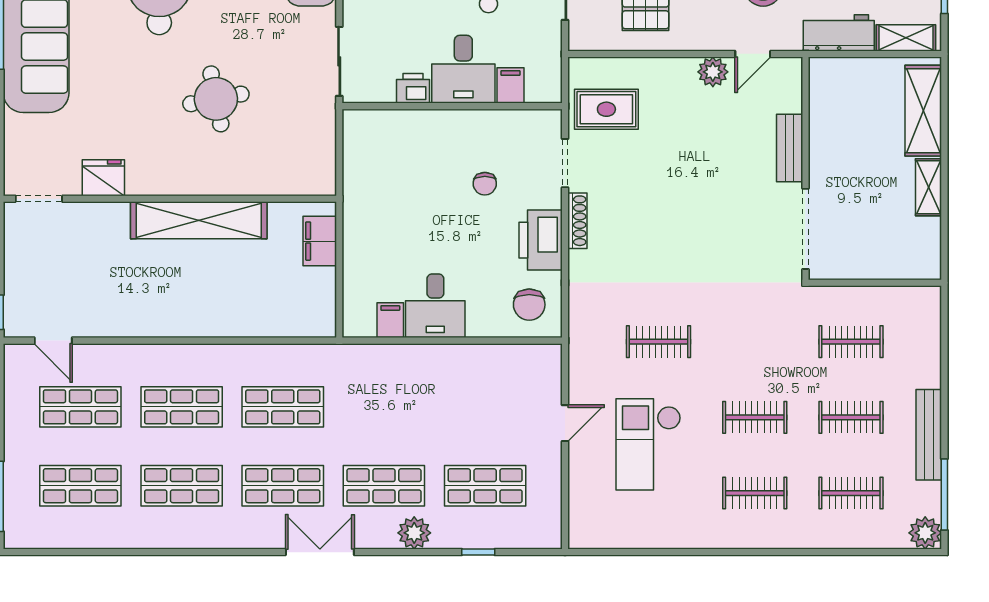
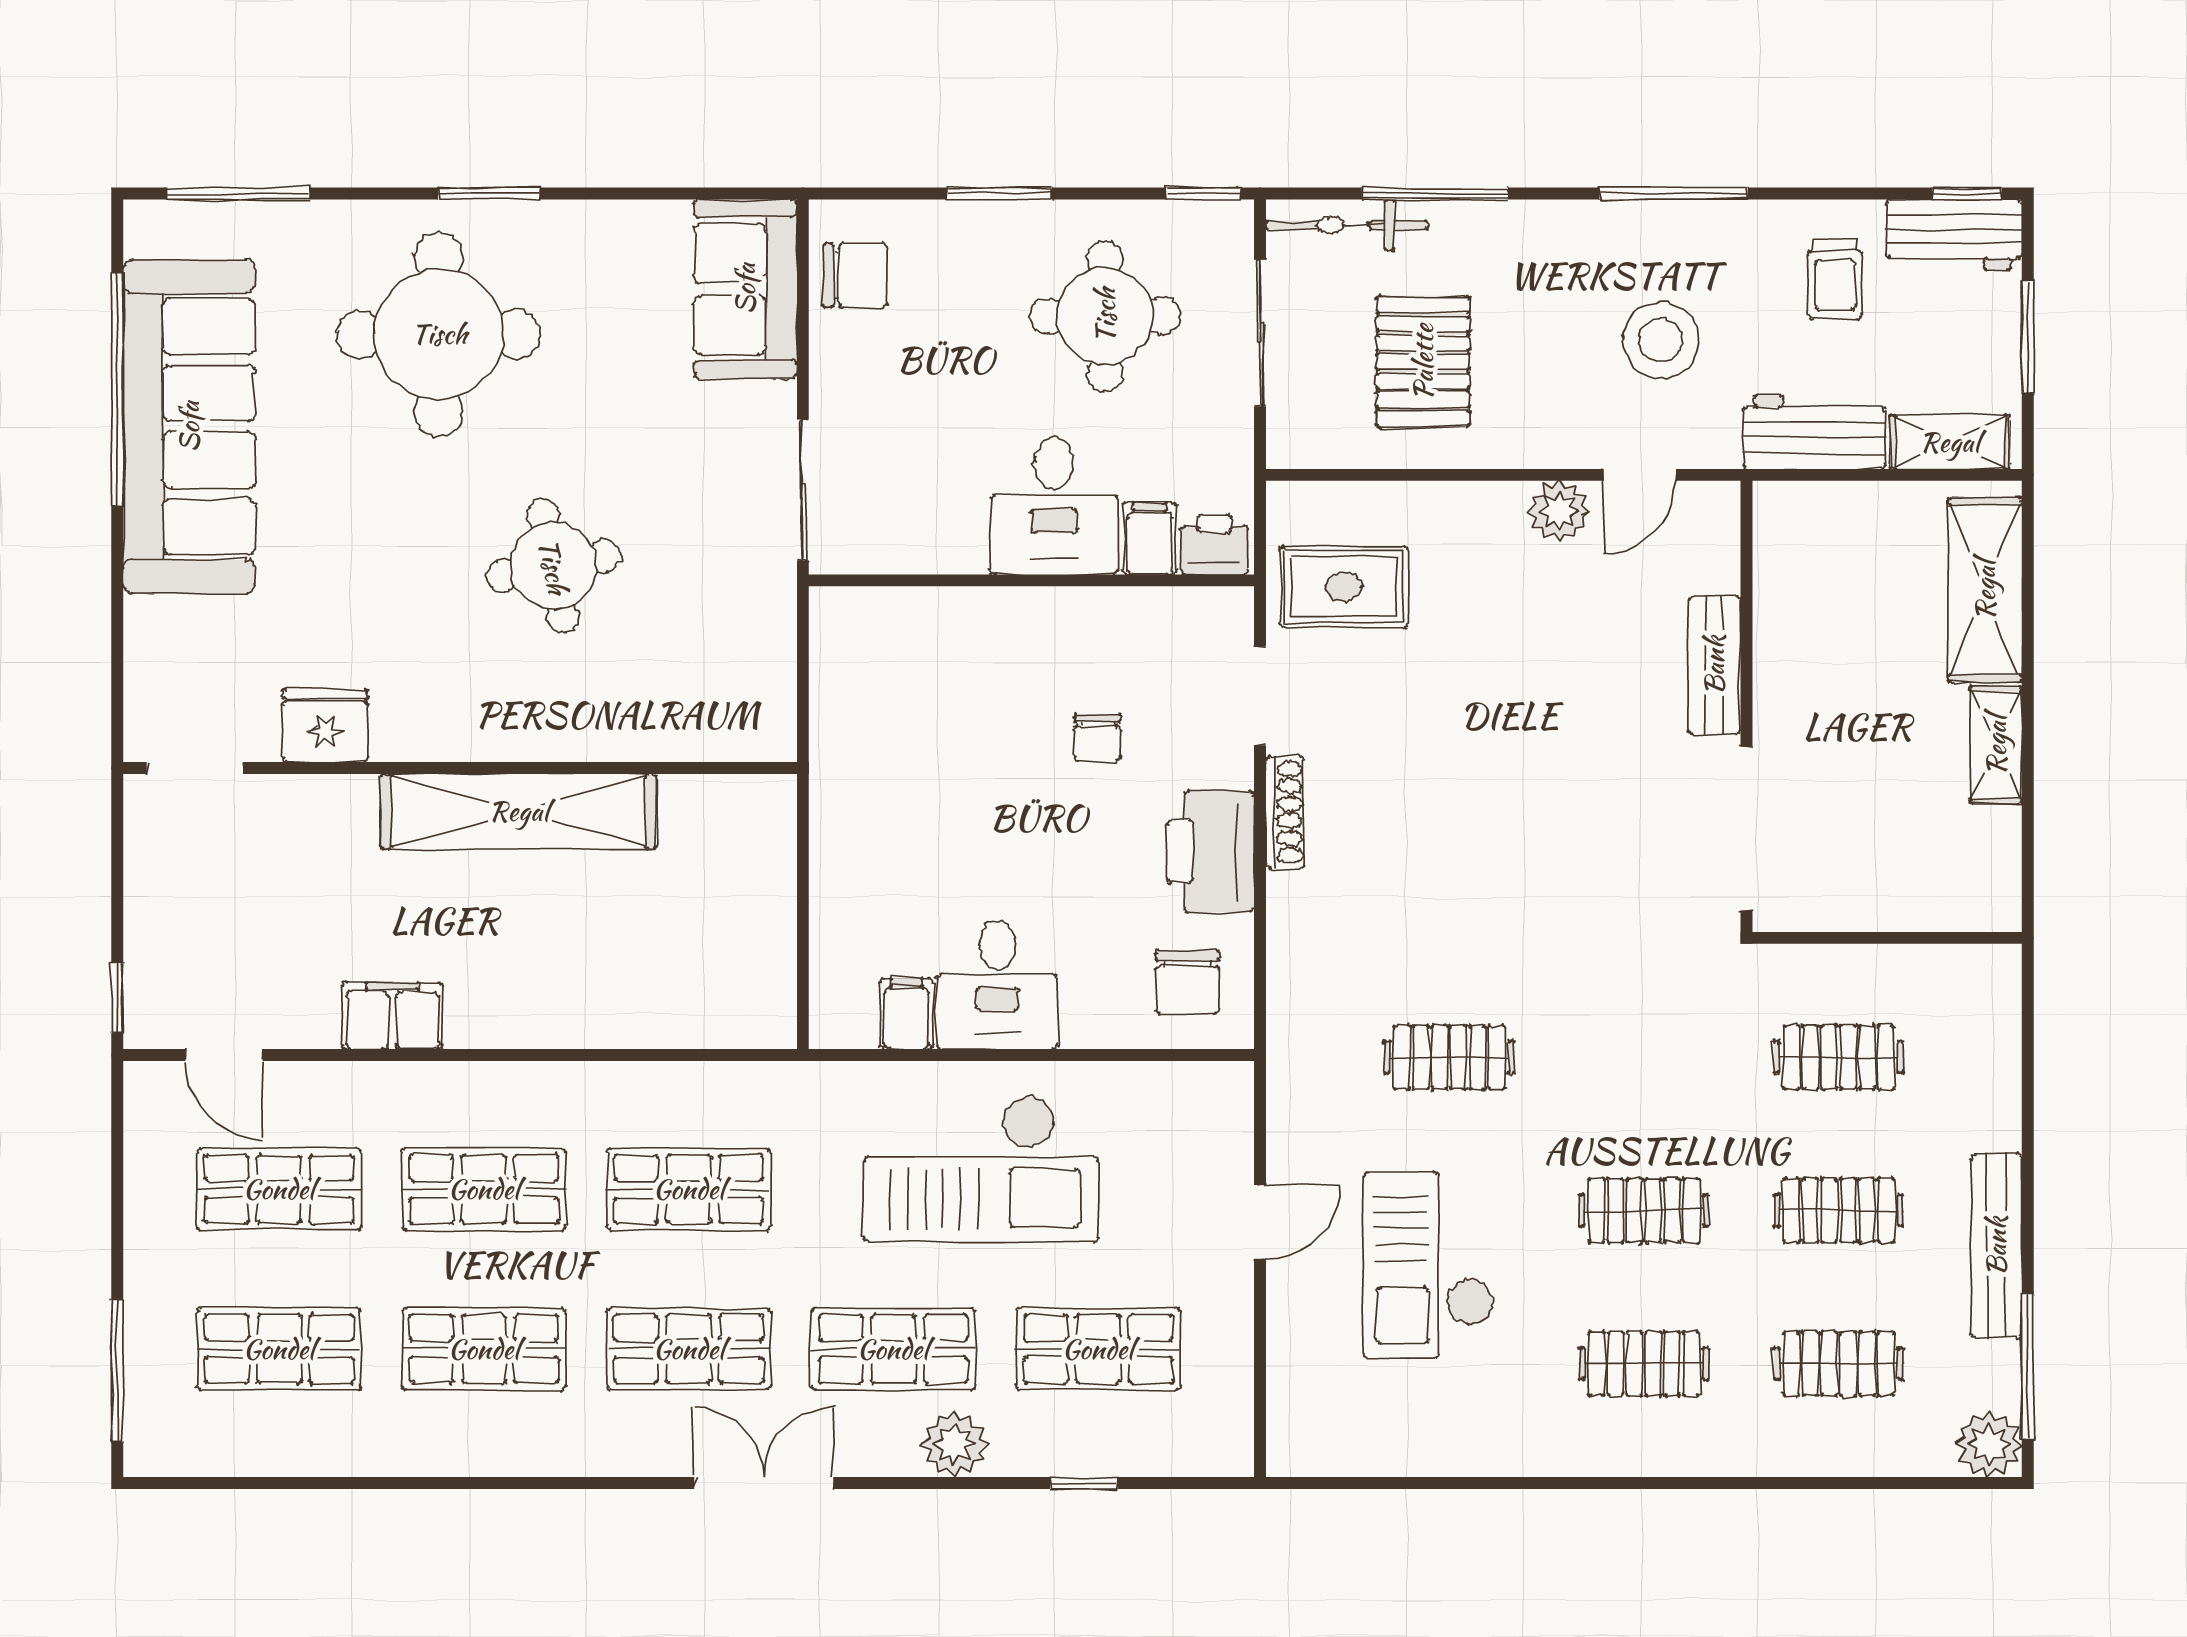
printer: (413, 88) -> (1214, 544), moved
filing cabinet: (320, 241) -> (392, 1016), moved, turned 90
checkout: (427, 397) -> (981, 1169), added

